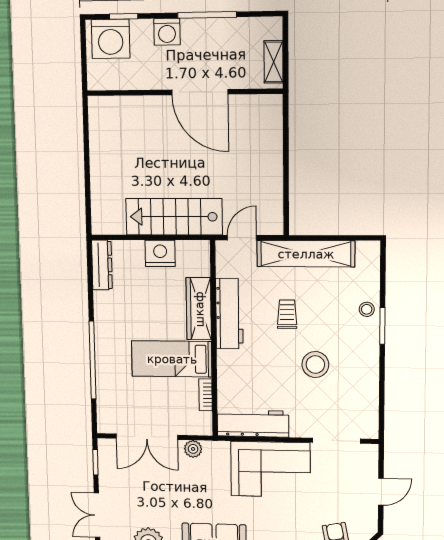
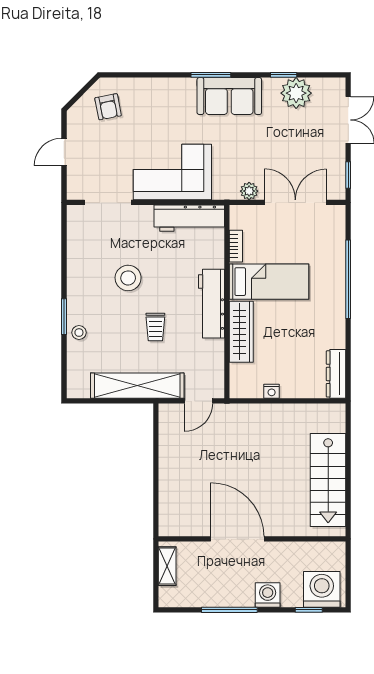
stairs: (174, 217) -> (328, 480), moved, turned 90
nightstand: (160, 253) -> (272, 391), width x0.53, depth x0.56
workbench: (229, 314) -> (211, 304), moved

